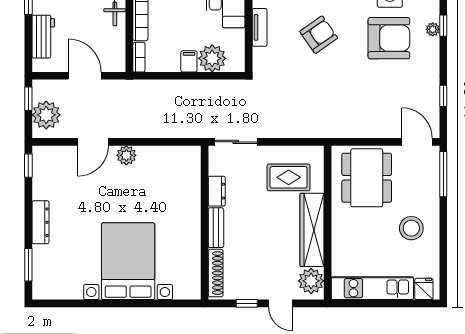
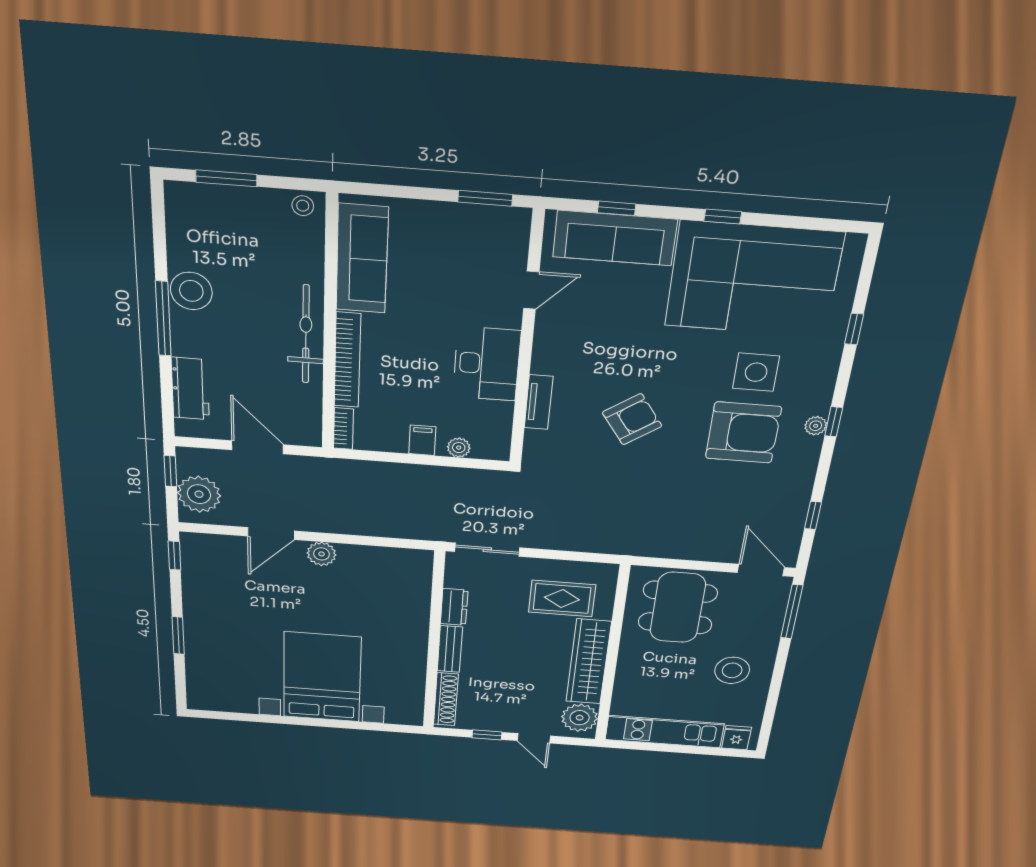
plant: (212, 58) -> (459, 448), width x0.53, depth x0.53
dresser: (40, 222) -> (195, 624), removed
window: (28, 265) -> (178, 635), moved

